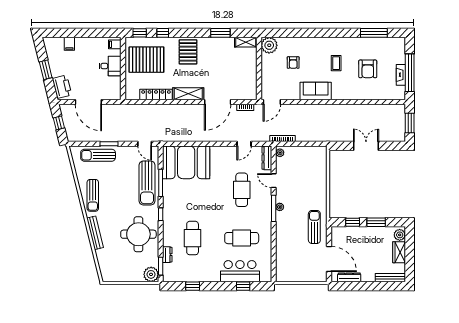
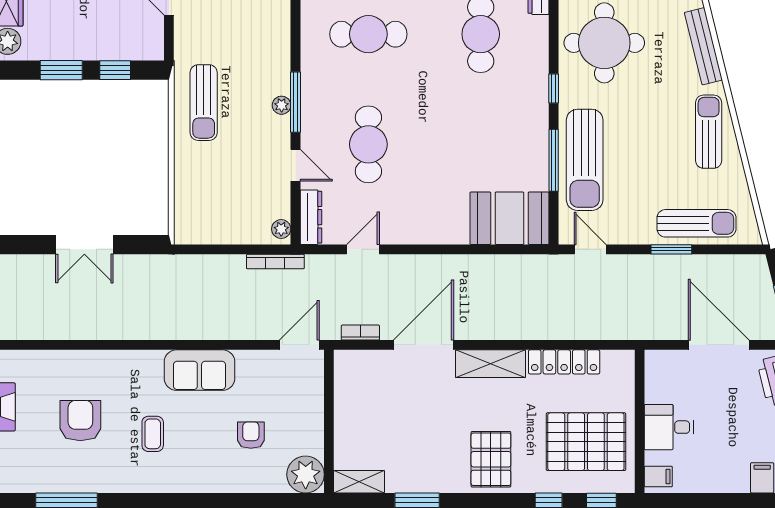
booth: (186, 162) -> (509, 218), width x0.73, depth x0.70
sun lounger: (147, 183) -> (585, 160), turned 180
sun lounger: (314, 227) -> (204, 103), moved

